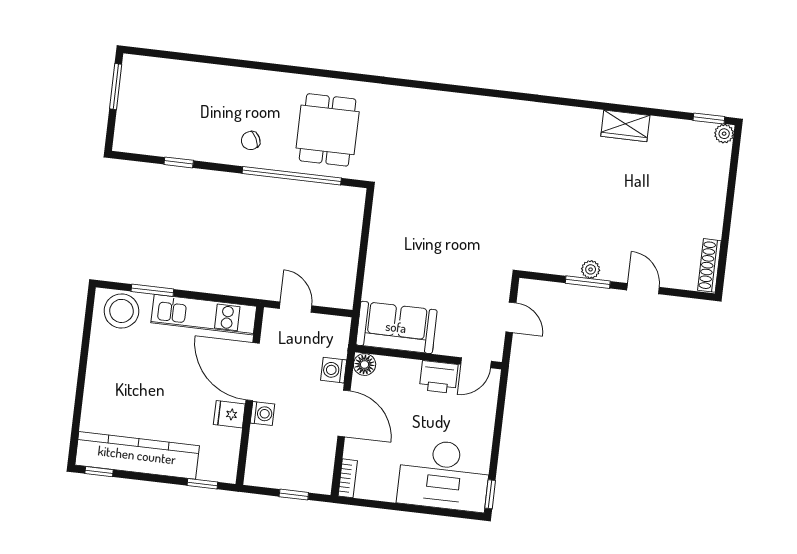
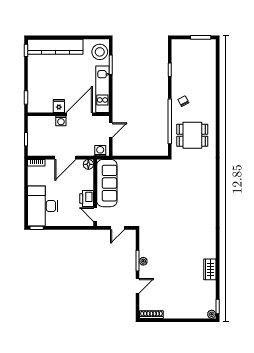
sofa: (396, 327) -> (107, 183), width x1.36
washing machine: (334, 370) -> (100, 151), moved
kitchen counter: (137, 455) -> (55, 47), moved, turned 90

